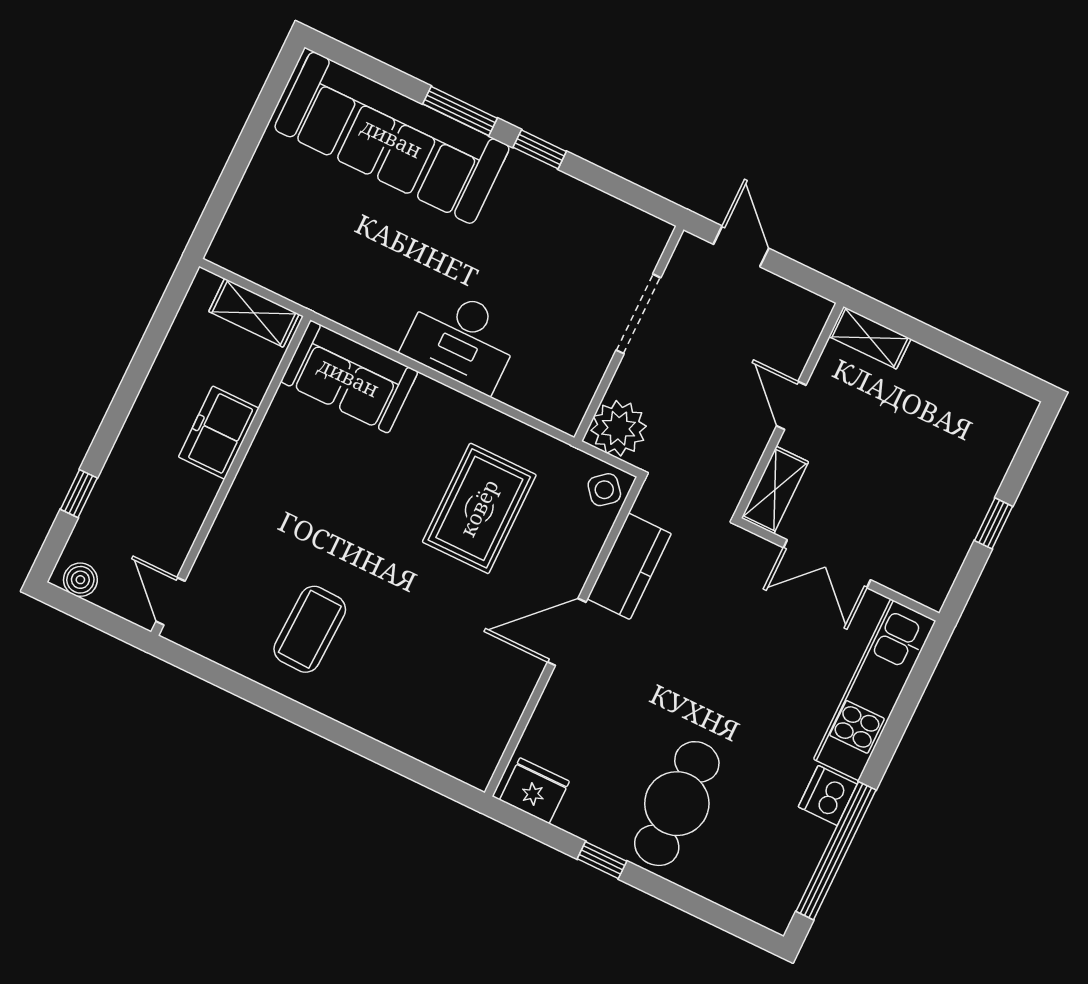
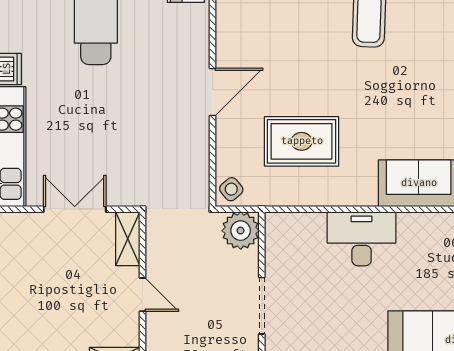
rug: (479, 508) -> (302, 141), turned 90
kitchen counter: (629, 566) -> (194, 150), removed

